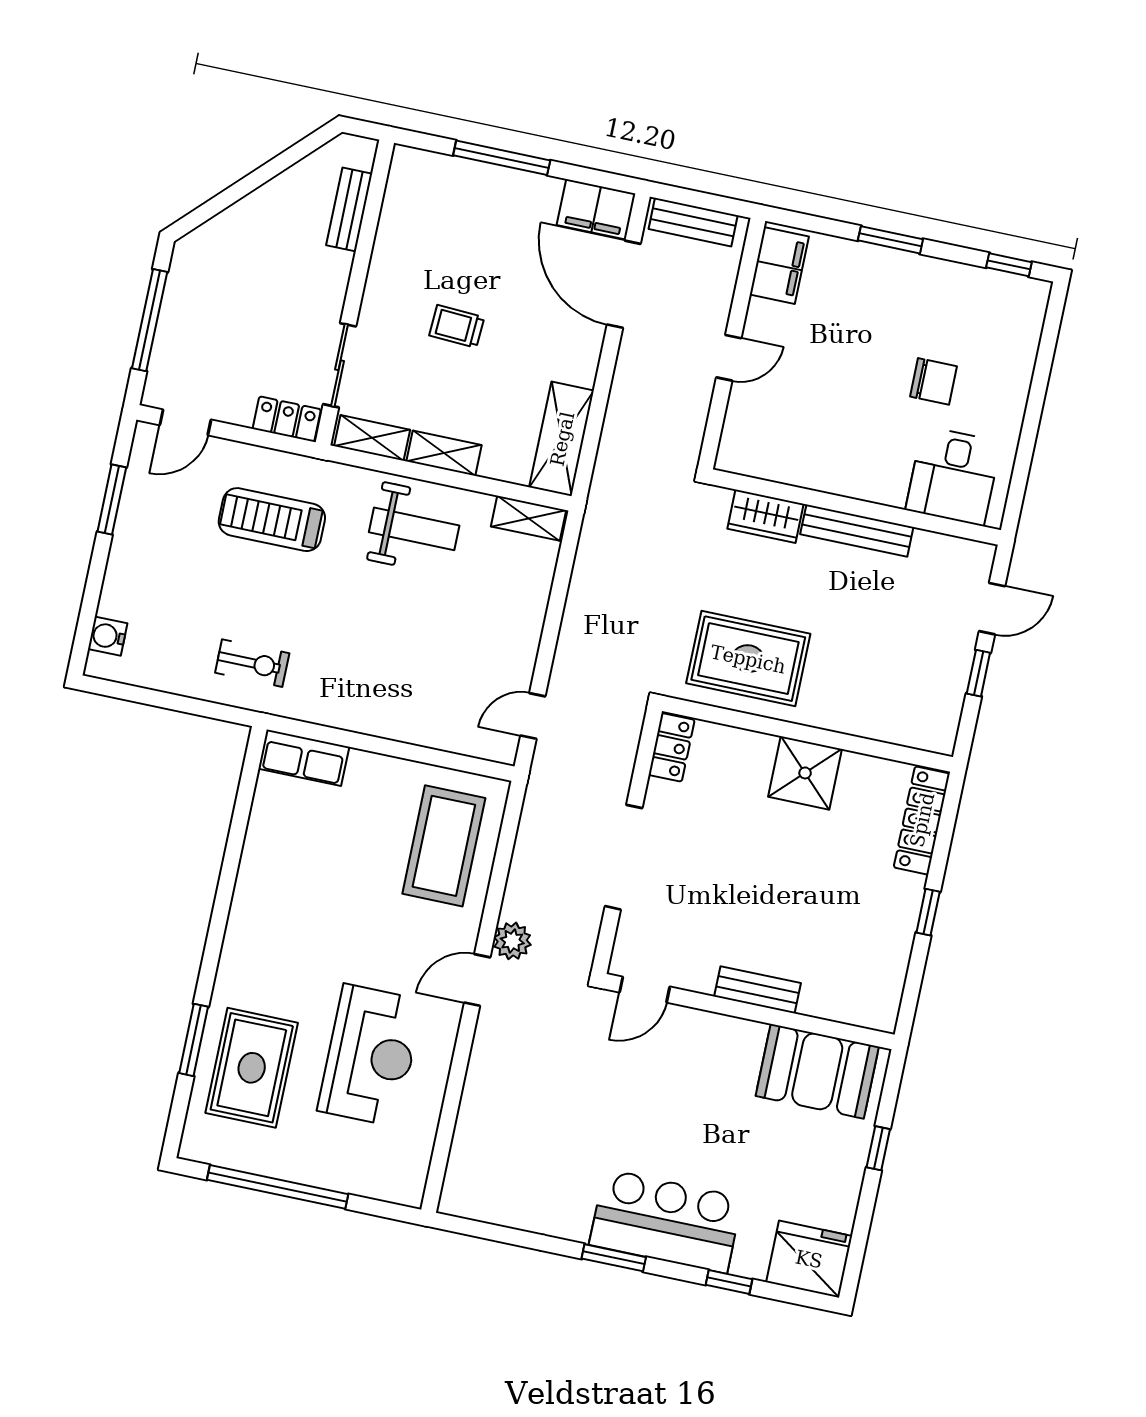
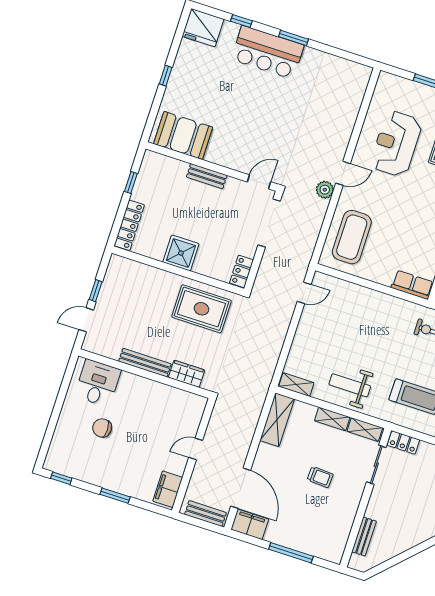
door: (645, 990) -> (259, 182), moved
bench: (758, 990) -> (207, 176), moved
wall: (749, 1012) -> (212, 166), moved
booth: (817, 1071) -> (183, 135), moved

